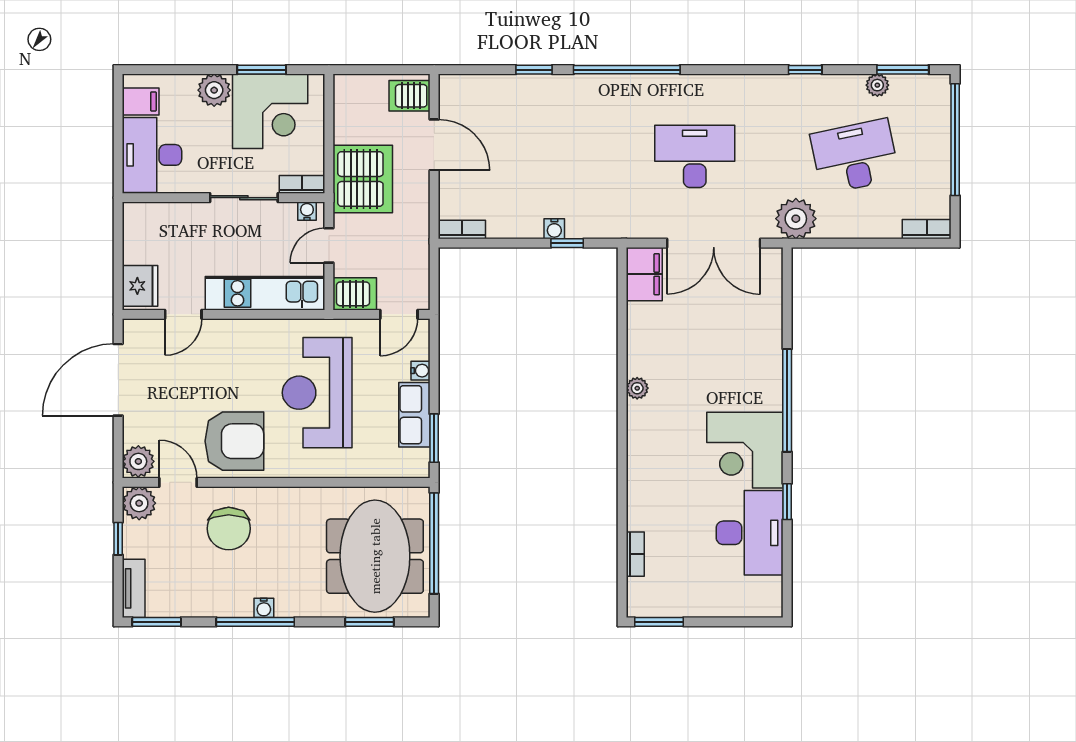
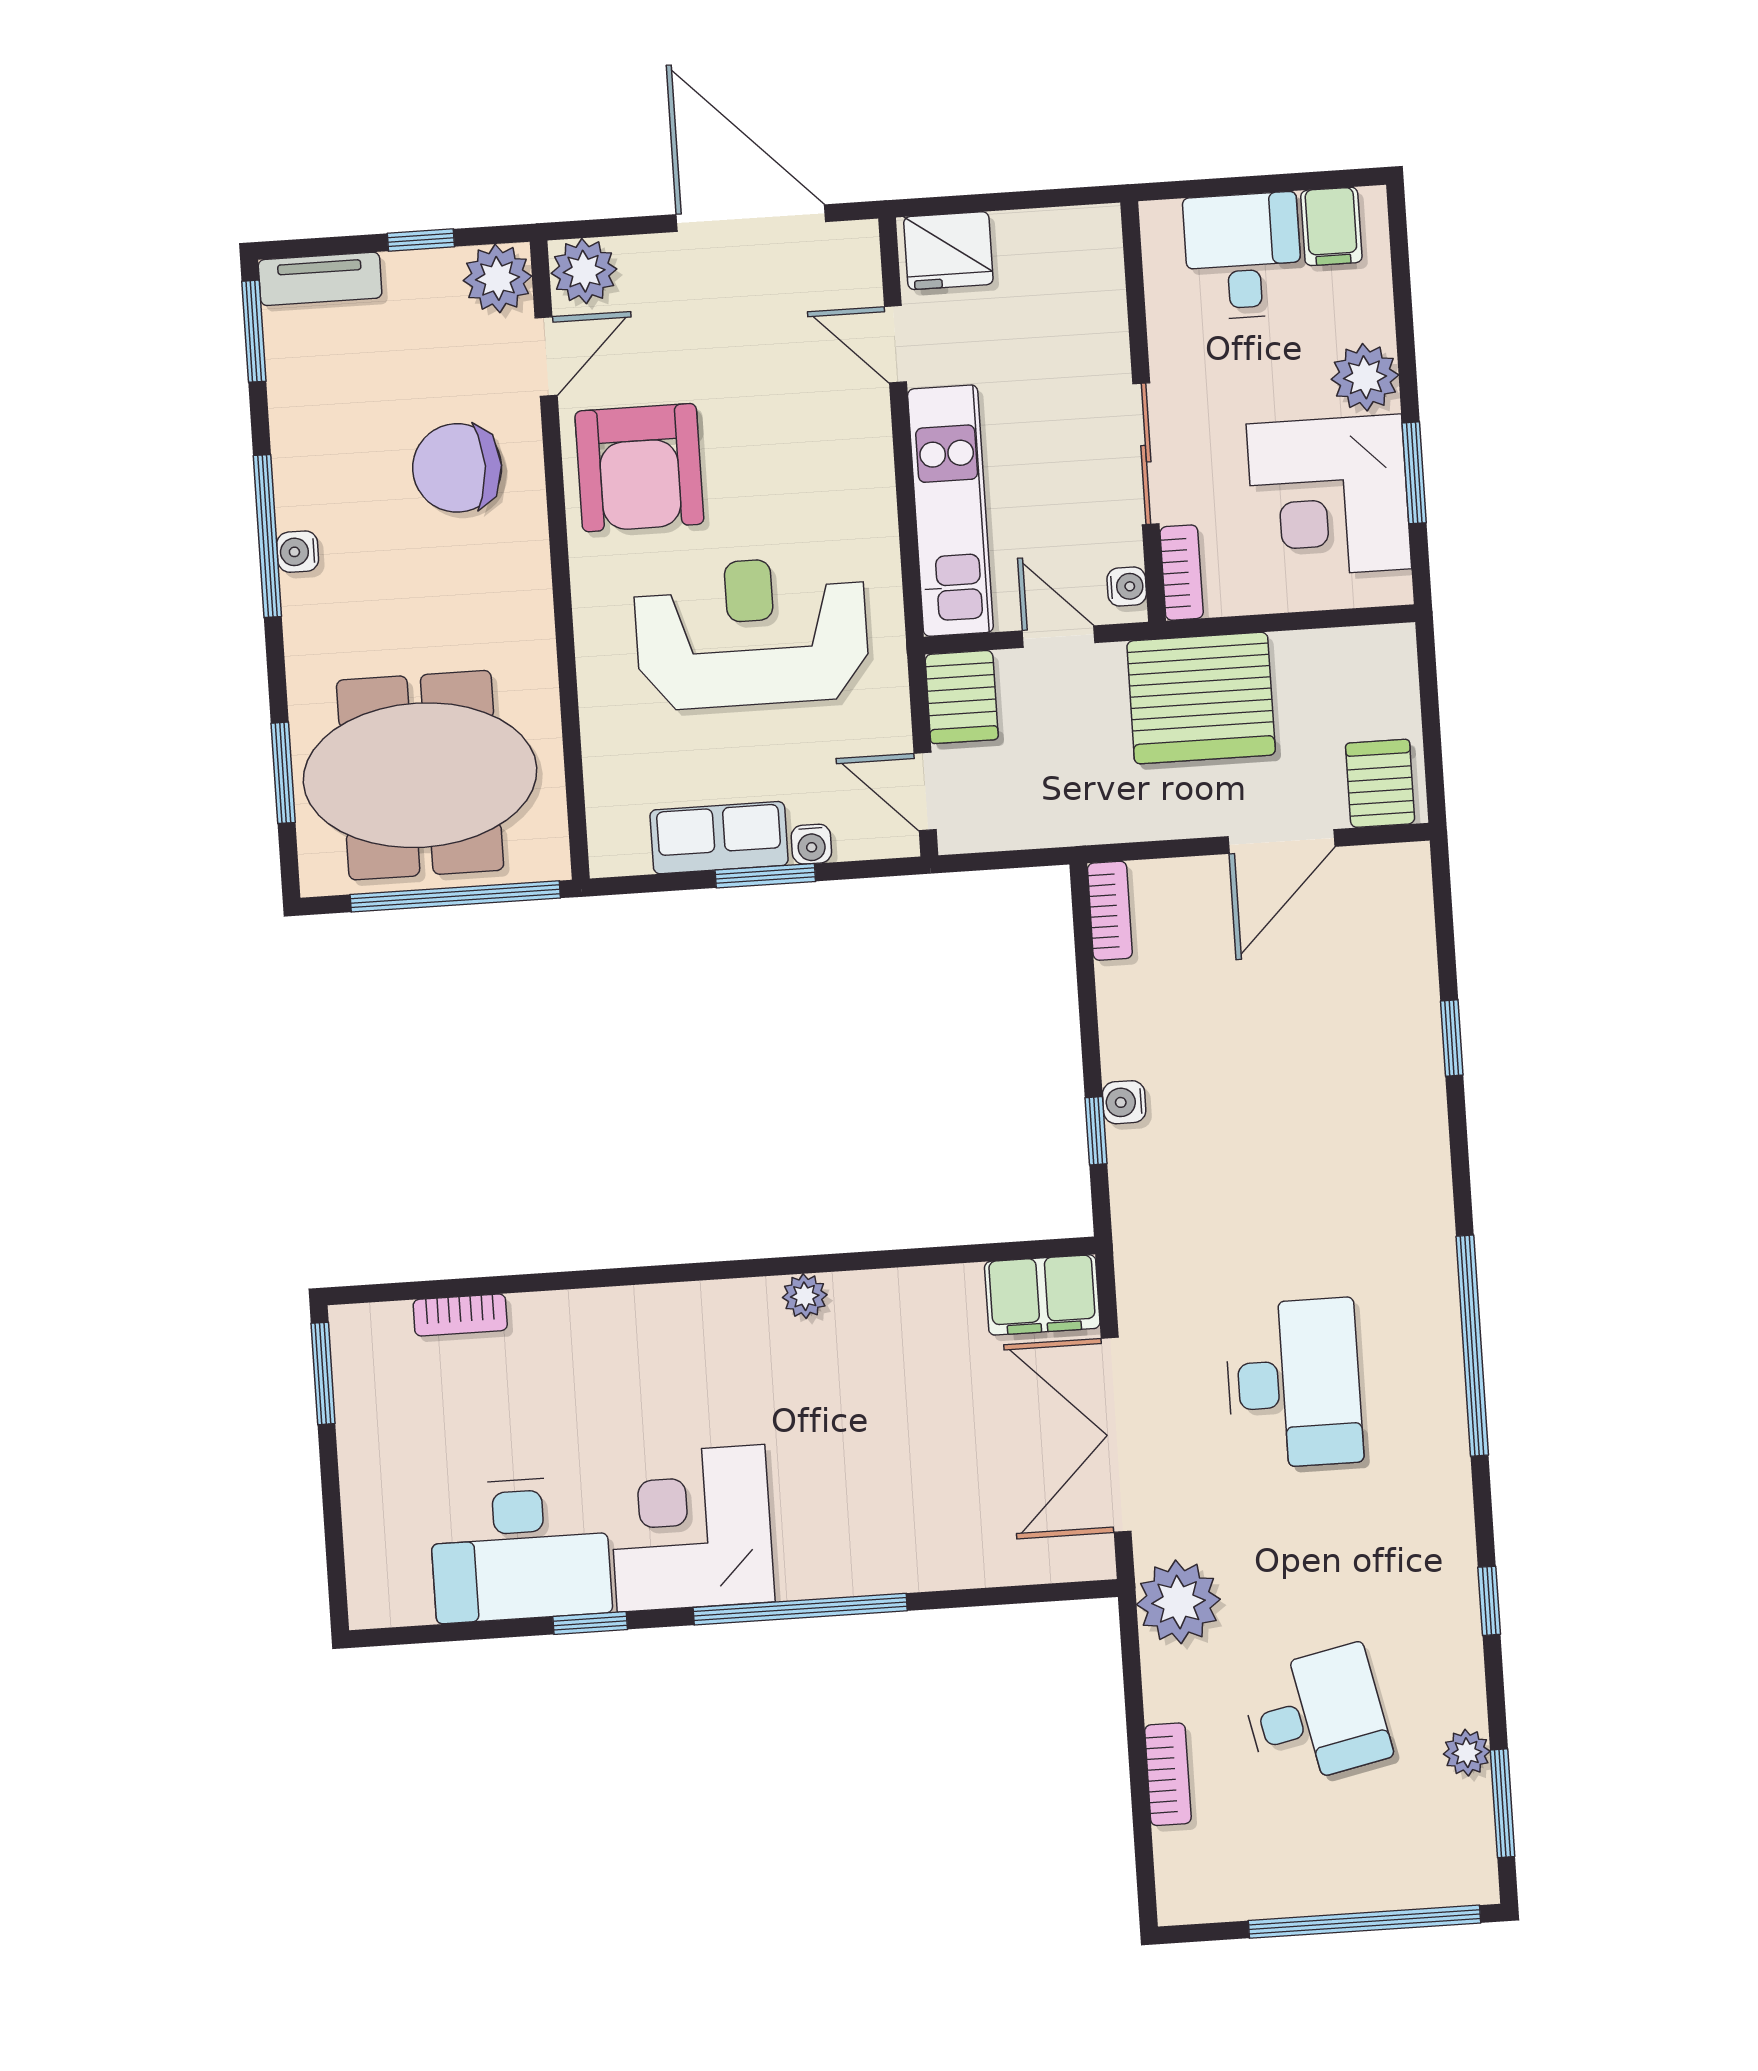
window: (627, 70) -> (1472, 1346), moved
desk: (152, 155) -> (1243, 256), width x0.73
desk: (855, 156) -> (1316, 1716), width x0.73
bookcase: (927, 229) -> (1168, 1774), moved
window: (434, 438) -> (765, 876), moved

